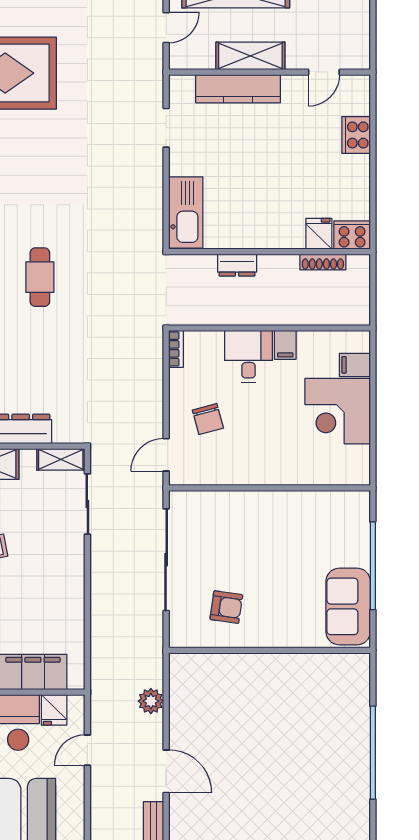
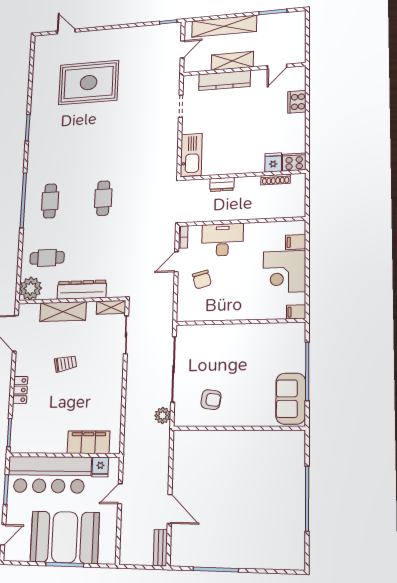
filing cabinet: (285, 345) -> (296, 312), moved, turned 90
desk: (248, 356) -> (222, 240), width x1.37
door: (166, 455) -> (176, 262), moved
plant: (151, 701) -> (163, 415), moved

